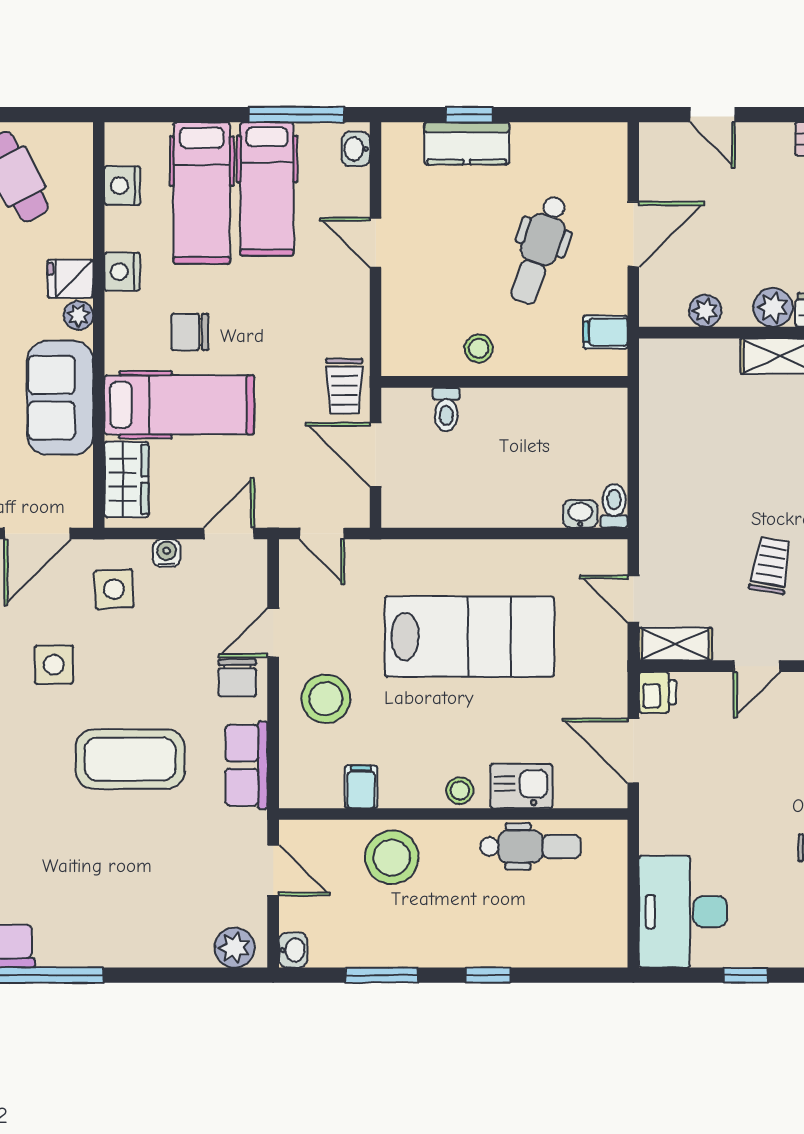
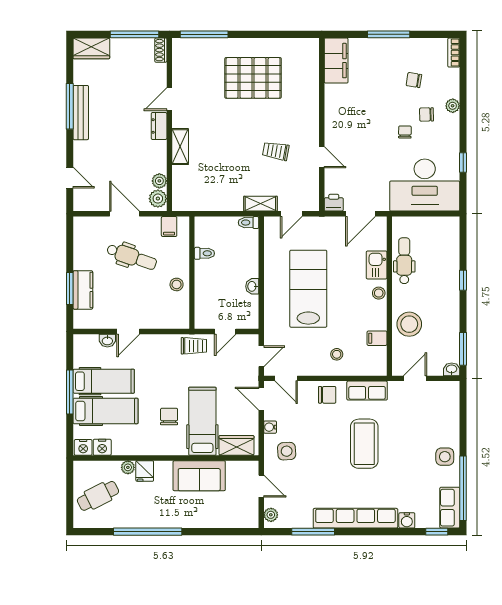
window: (296, 115) -> (70, 392), moved
window: (470, 115) -> (70, 289), width x1.50
door: (712, 115) -> (70, 178), hinge flipped
washbasin: (356, 149) -> (107, 341), moved
nightstand: (122, 272) -> (83, 447), moved
plant: (773, 307) -> (158, 199), moved
plant: (78, 315) -> (128, 467), moved
chair: (190, 332) -> (169, 417), turned 180
toilet: (446, 409) -> (204, 253), moved
door: (376, 455) -> (225, 332), width x0.73
washbasin: (580, 514) -> (252, 286), moved
door: (37, 534) -> (261, 486), width x0.73
door: (273, 633) -> (286, 378), moved
shelving: (675, 644) -> (260, 204), moved, turned 90
side table: (54, 665) -> (445, 457), moved
stool: (326, 699) -> (337, 354), width x0.53, depth x0.53
desk: (683, 912) -> (425, 185), width x1.36, depth x1.30
plant: (235, 948) -> (450, 396), removed
window: (382, 975) -> (463, 349), moved

